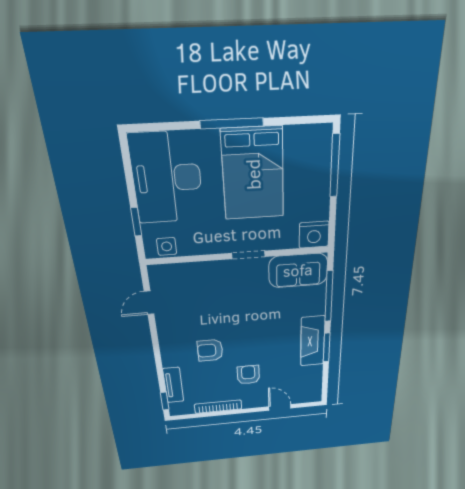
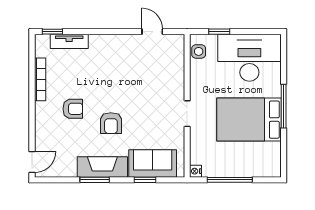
window: (335, 166) -> (230, 180), moved
nightstand: (314, 235) -> (195, 171), width x0.53, depth x0.56
sofa: (298, 270) -> (153, 164), moved, turned 90
window: (329, 297) -> (145, 180), width x0.46
armchair: (210, 350) -> (111, 123), moved, turned 180
door: (280, 407) -> (32, 162), moved

